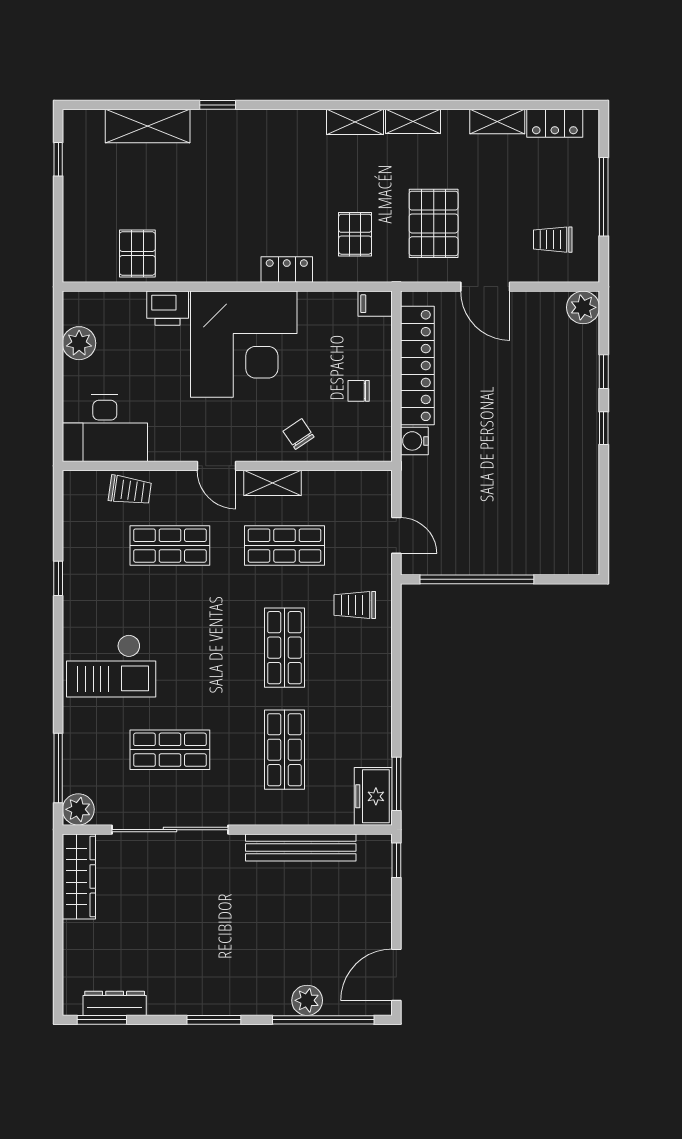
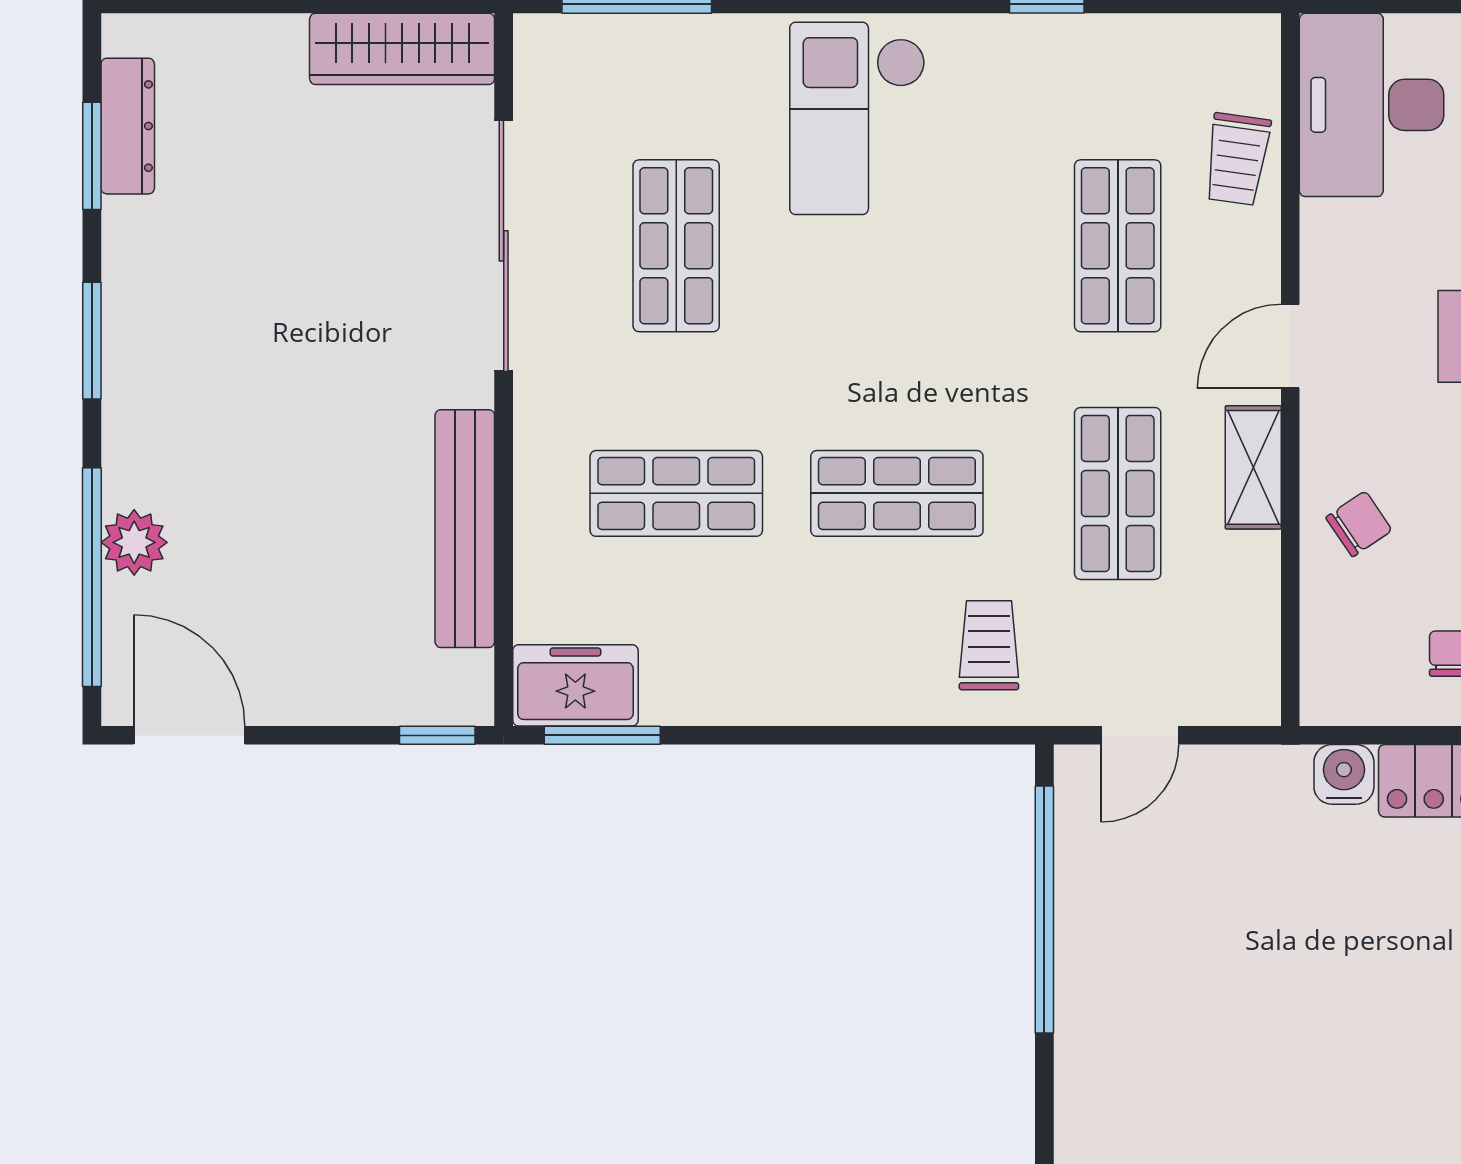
plant: (78, 809) -> (547, 47), removed
window: (102, 1020) -> (92, 156), moved

